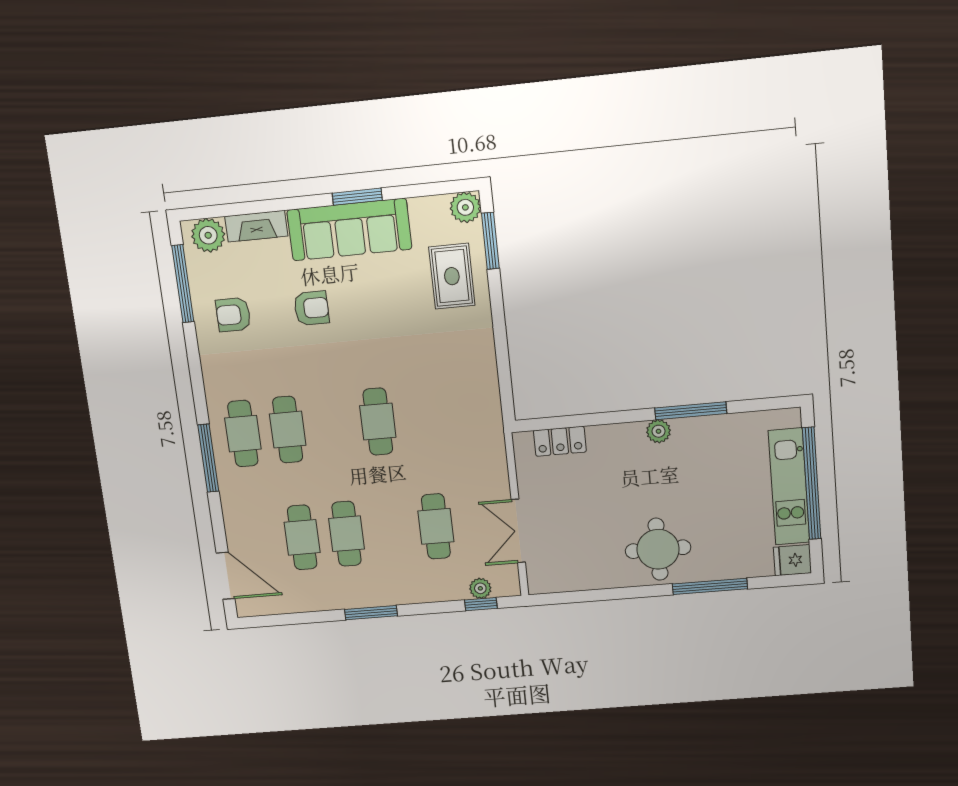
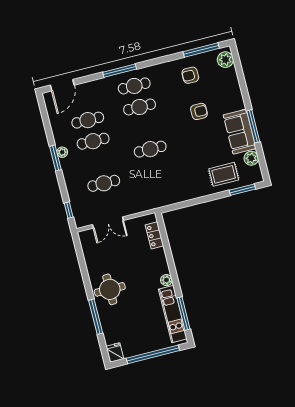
window: (357, 197) -> (253, 126), width x1.44
plant: (465, 207) -> (251, 158), moved
fireplace: (256, 226) -> (233, 81), removed
sofa: (349, 230) -> (240, 132), width x0.73
armchair: (311, 308) -> (199, 111), turned -90
armchair: (233, 315) -> (190, 75), turned -90
window: (691, 411) -> (183, 313), moved
kitchen unit: (789, 487) -> (173, 314), moved, turned -90
double door: (518, 531) -> (108, 223), swing flipped
plant: (480, 588) -> (62, 152), moved

